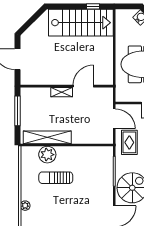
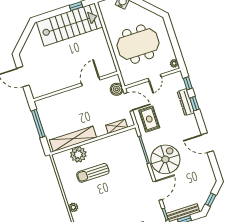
shelving: (62, 92) -> (117, 126), moved
boiler: (107, 102) -> (117, 89), added

